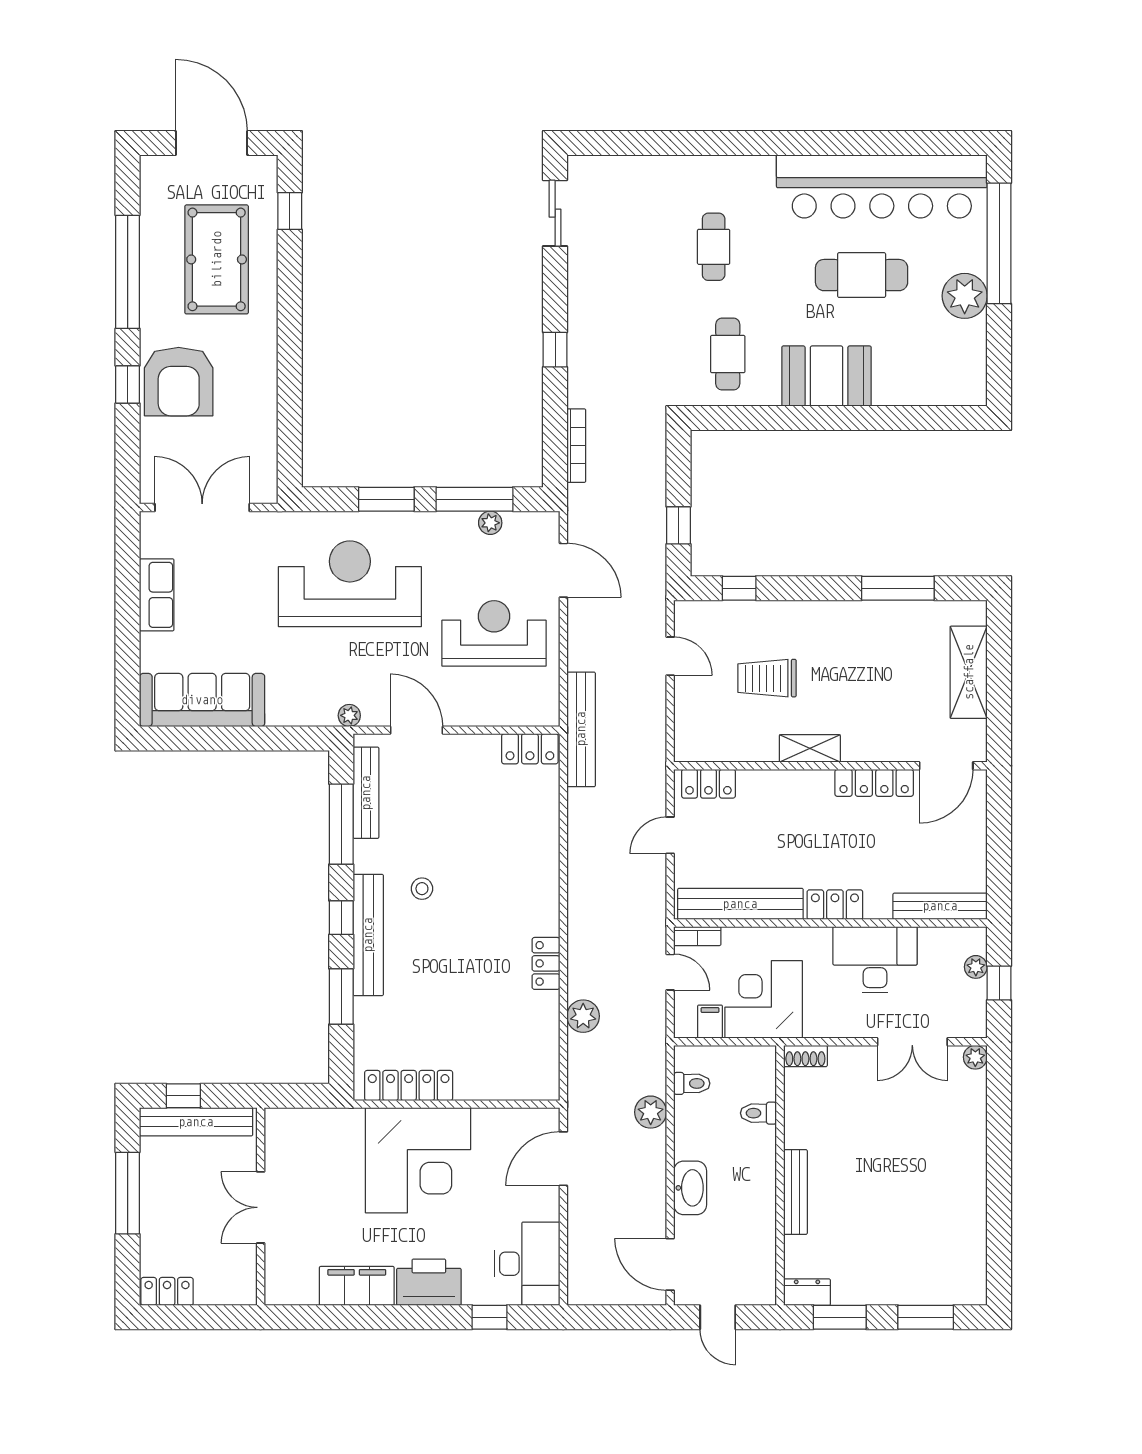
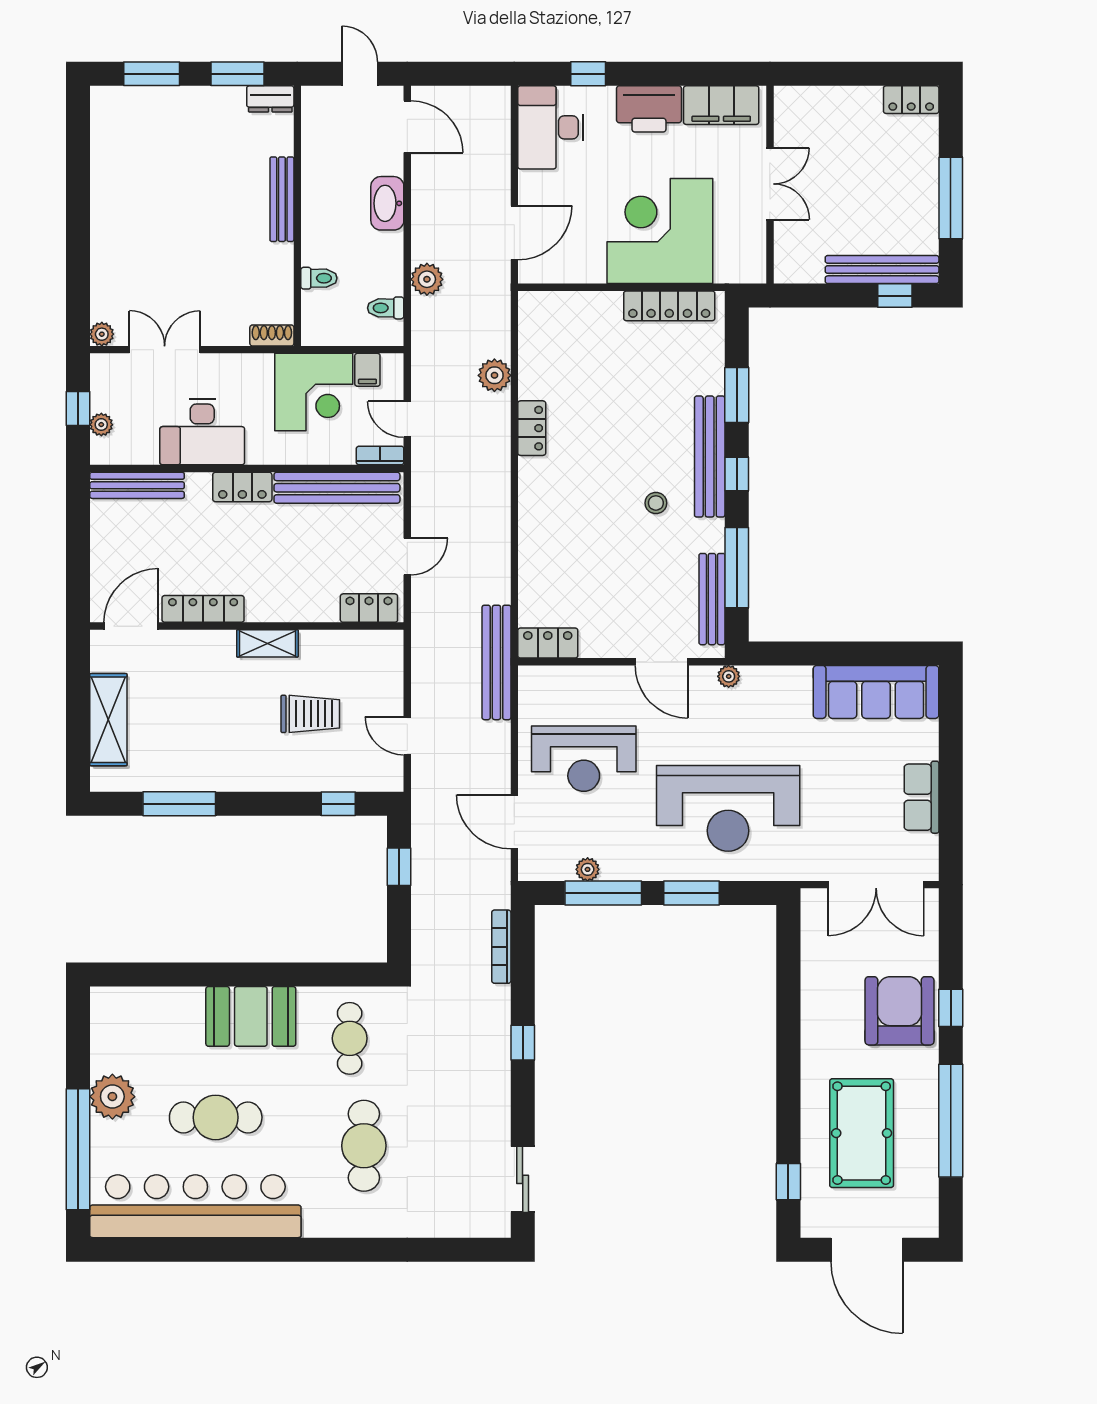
cafe table: (714, 247) -> (364, 1146), width x1.37, depth x1.35
wall: (261, 1206) -> (770, 185), moved
double door: (261, 1207) -> (770, 184), moved

